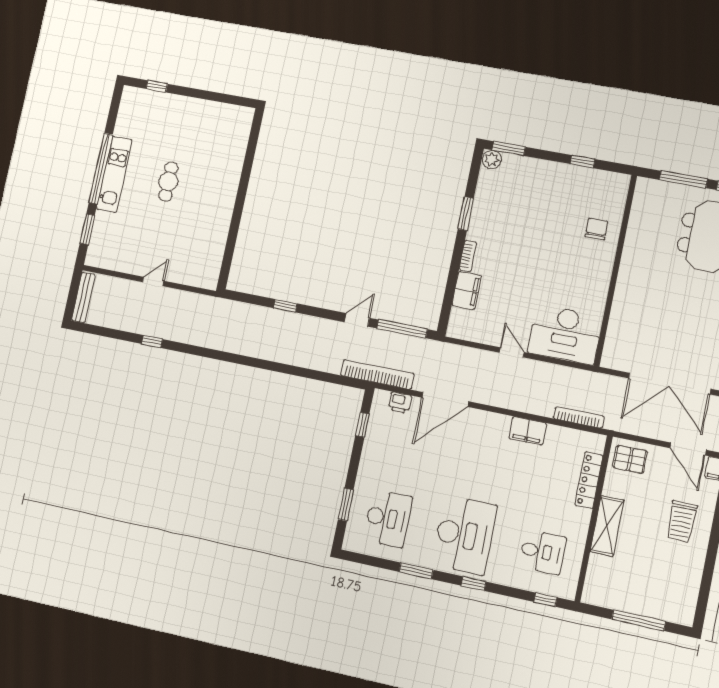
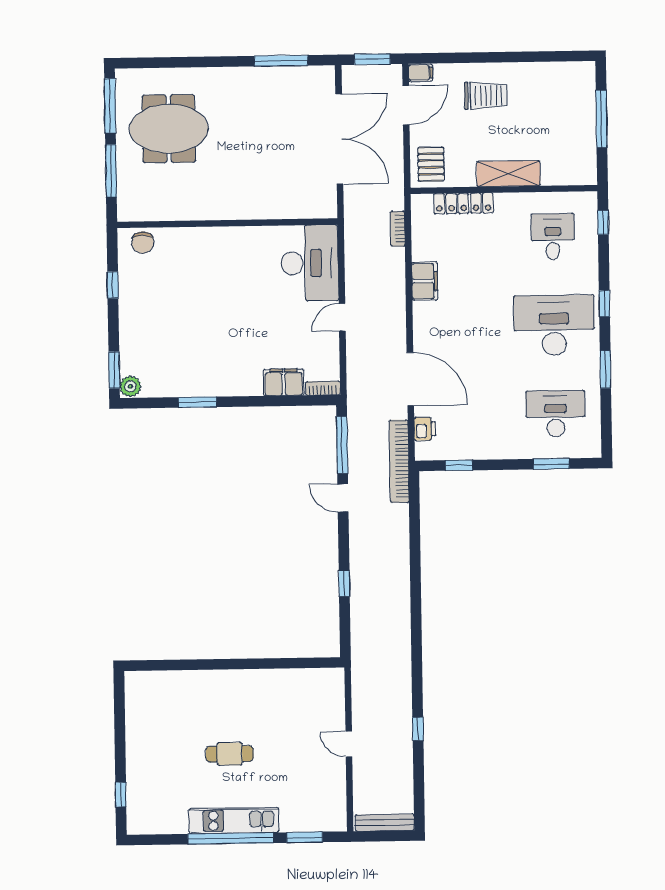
chair: (597, 229) -> (143, 243), moved, turned -90
bookcase: (468, 256) -> (323, 388), moved
bookcase: (579, 417) -> (398, 229), width x0.64

